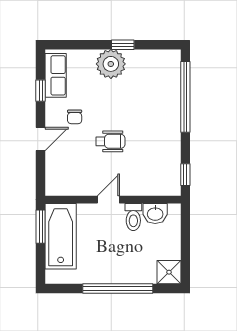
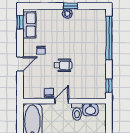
plant: (111, 64) -> (67, 14), width x0.53, depth x0.53
window: (41, 91) -> (20, 22), moved
chair: (88, 186) -> (49, 93), added
window: (41, 227) -> (20, 118), removed

